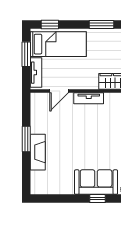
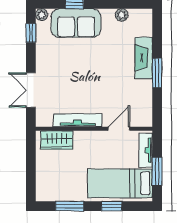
window: (50, 24) -> (112, 206), moved
tv unit: (89, 98) -> (78, 120), width x1.41
plant: (57, 189) -> (122, 15), added

